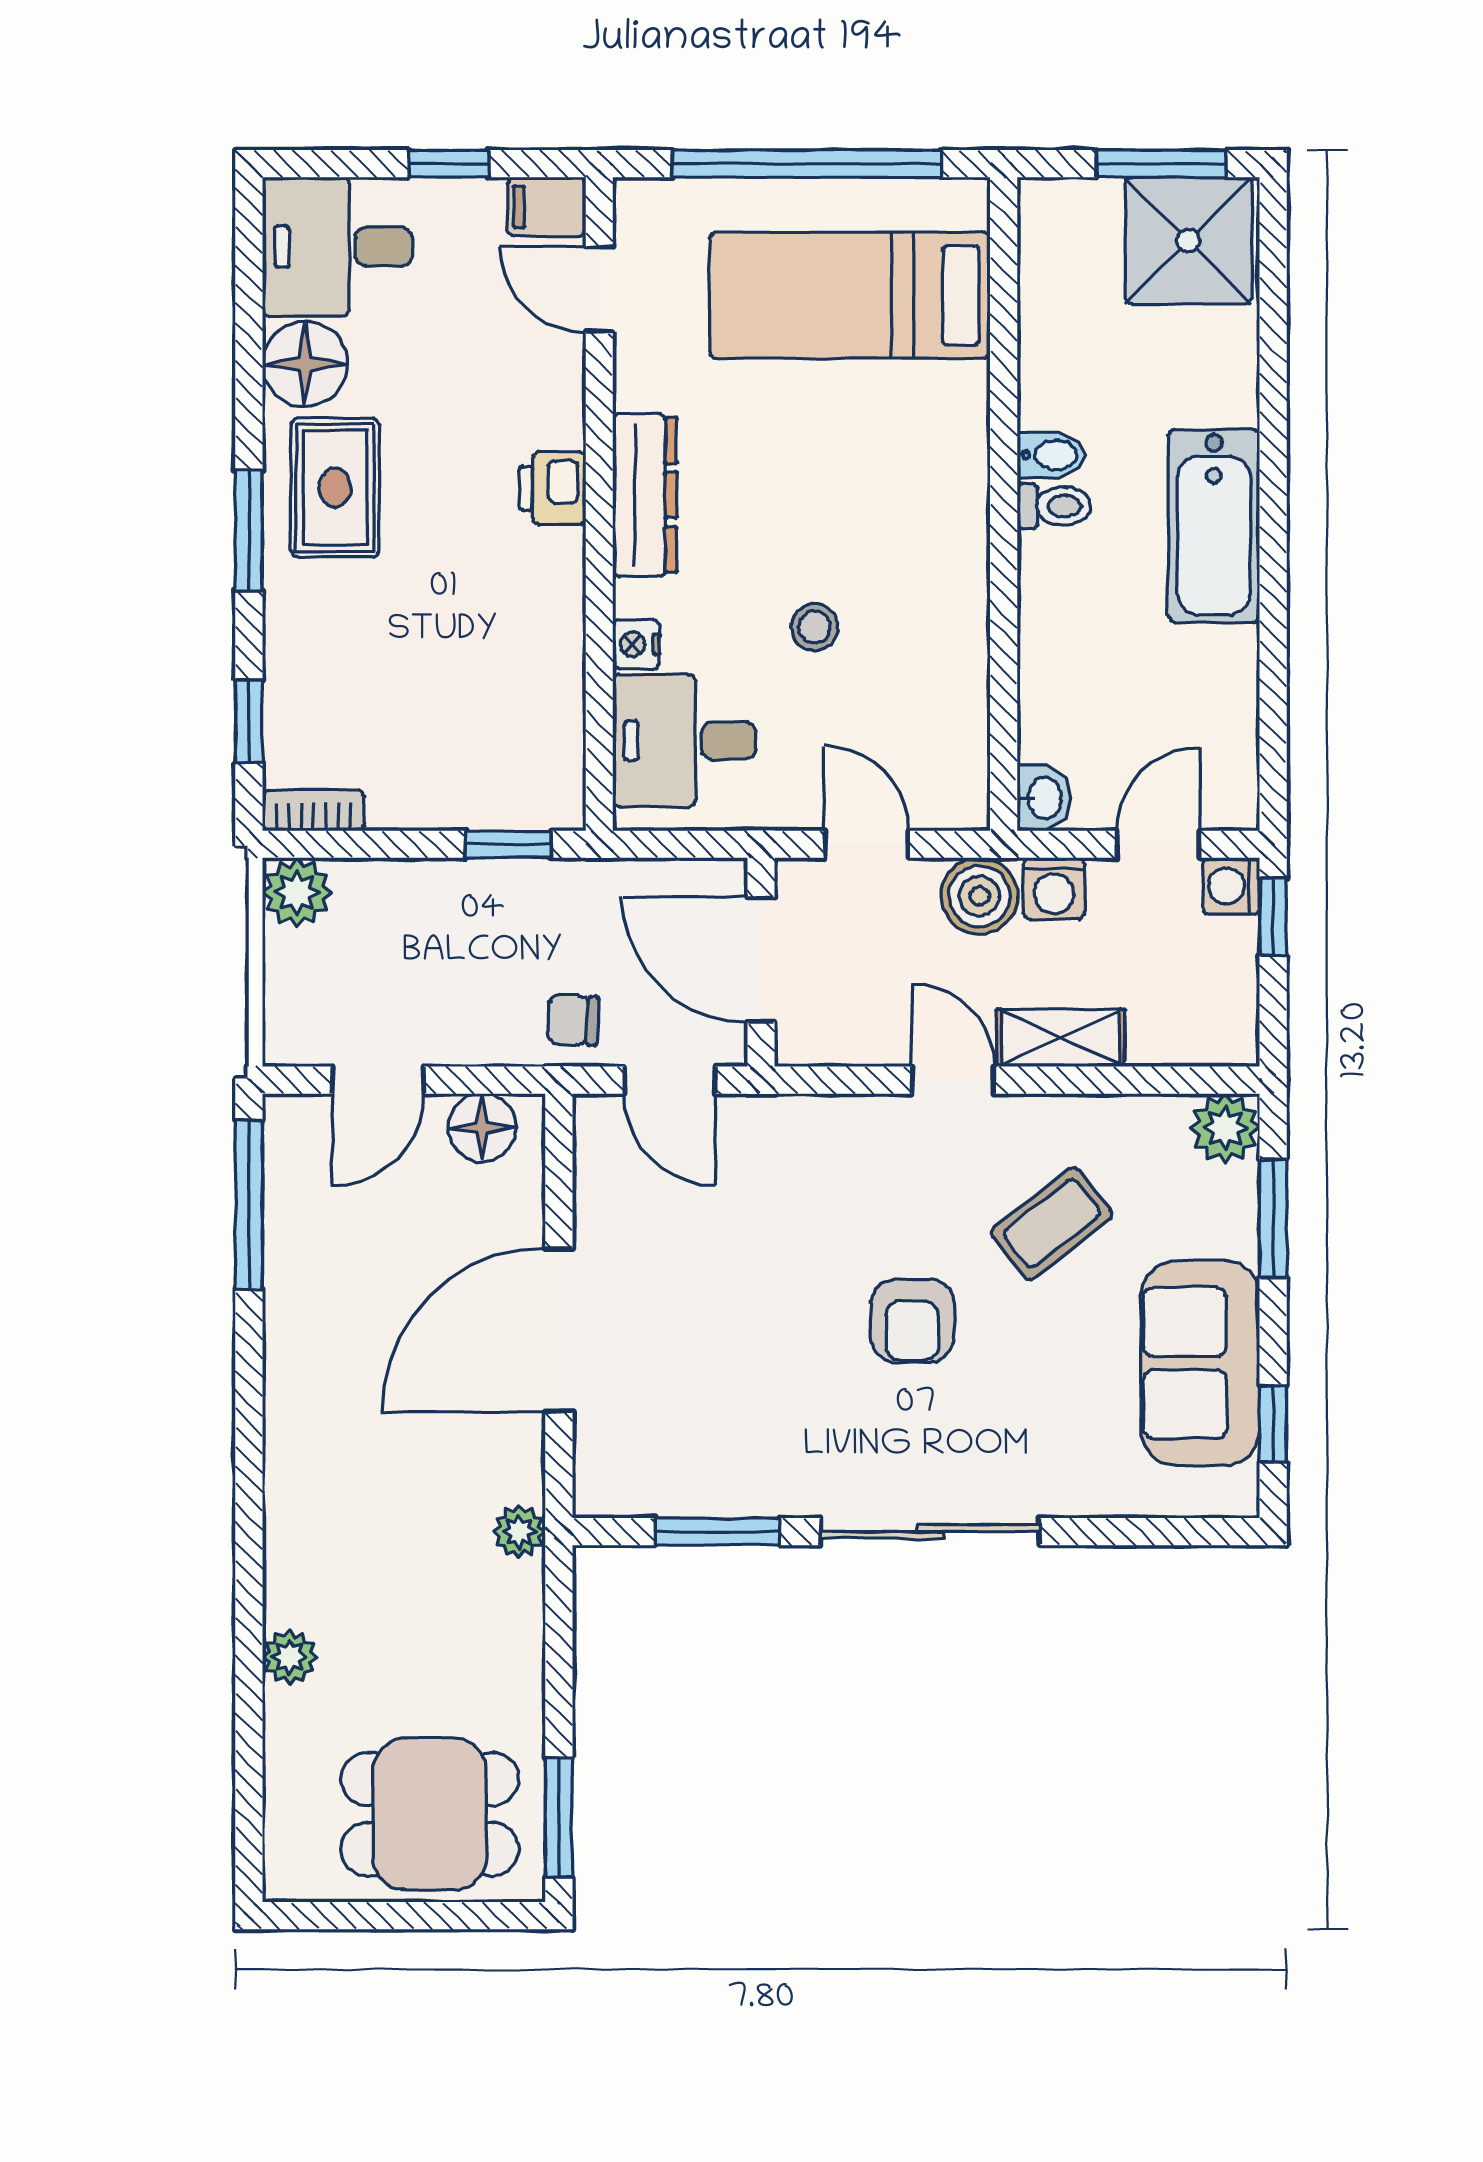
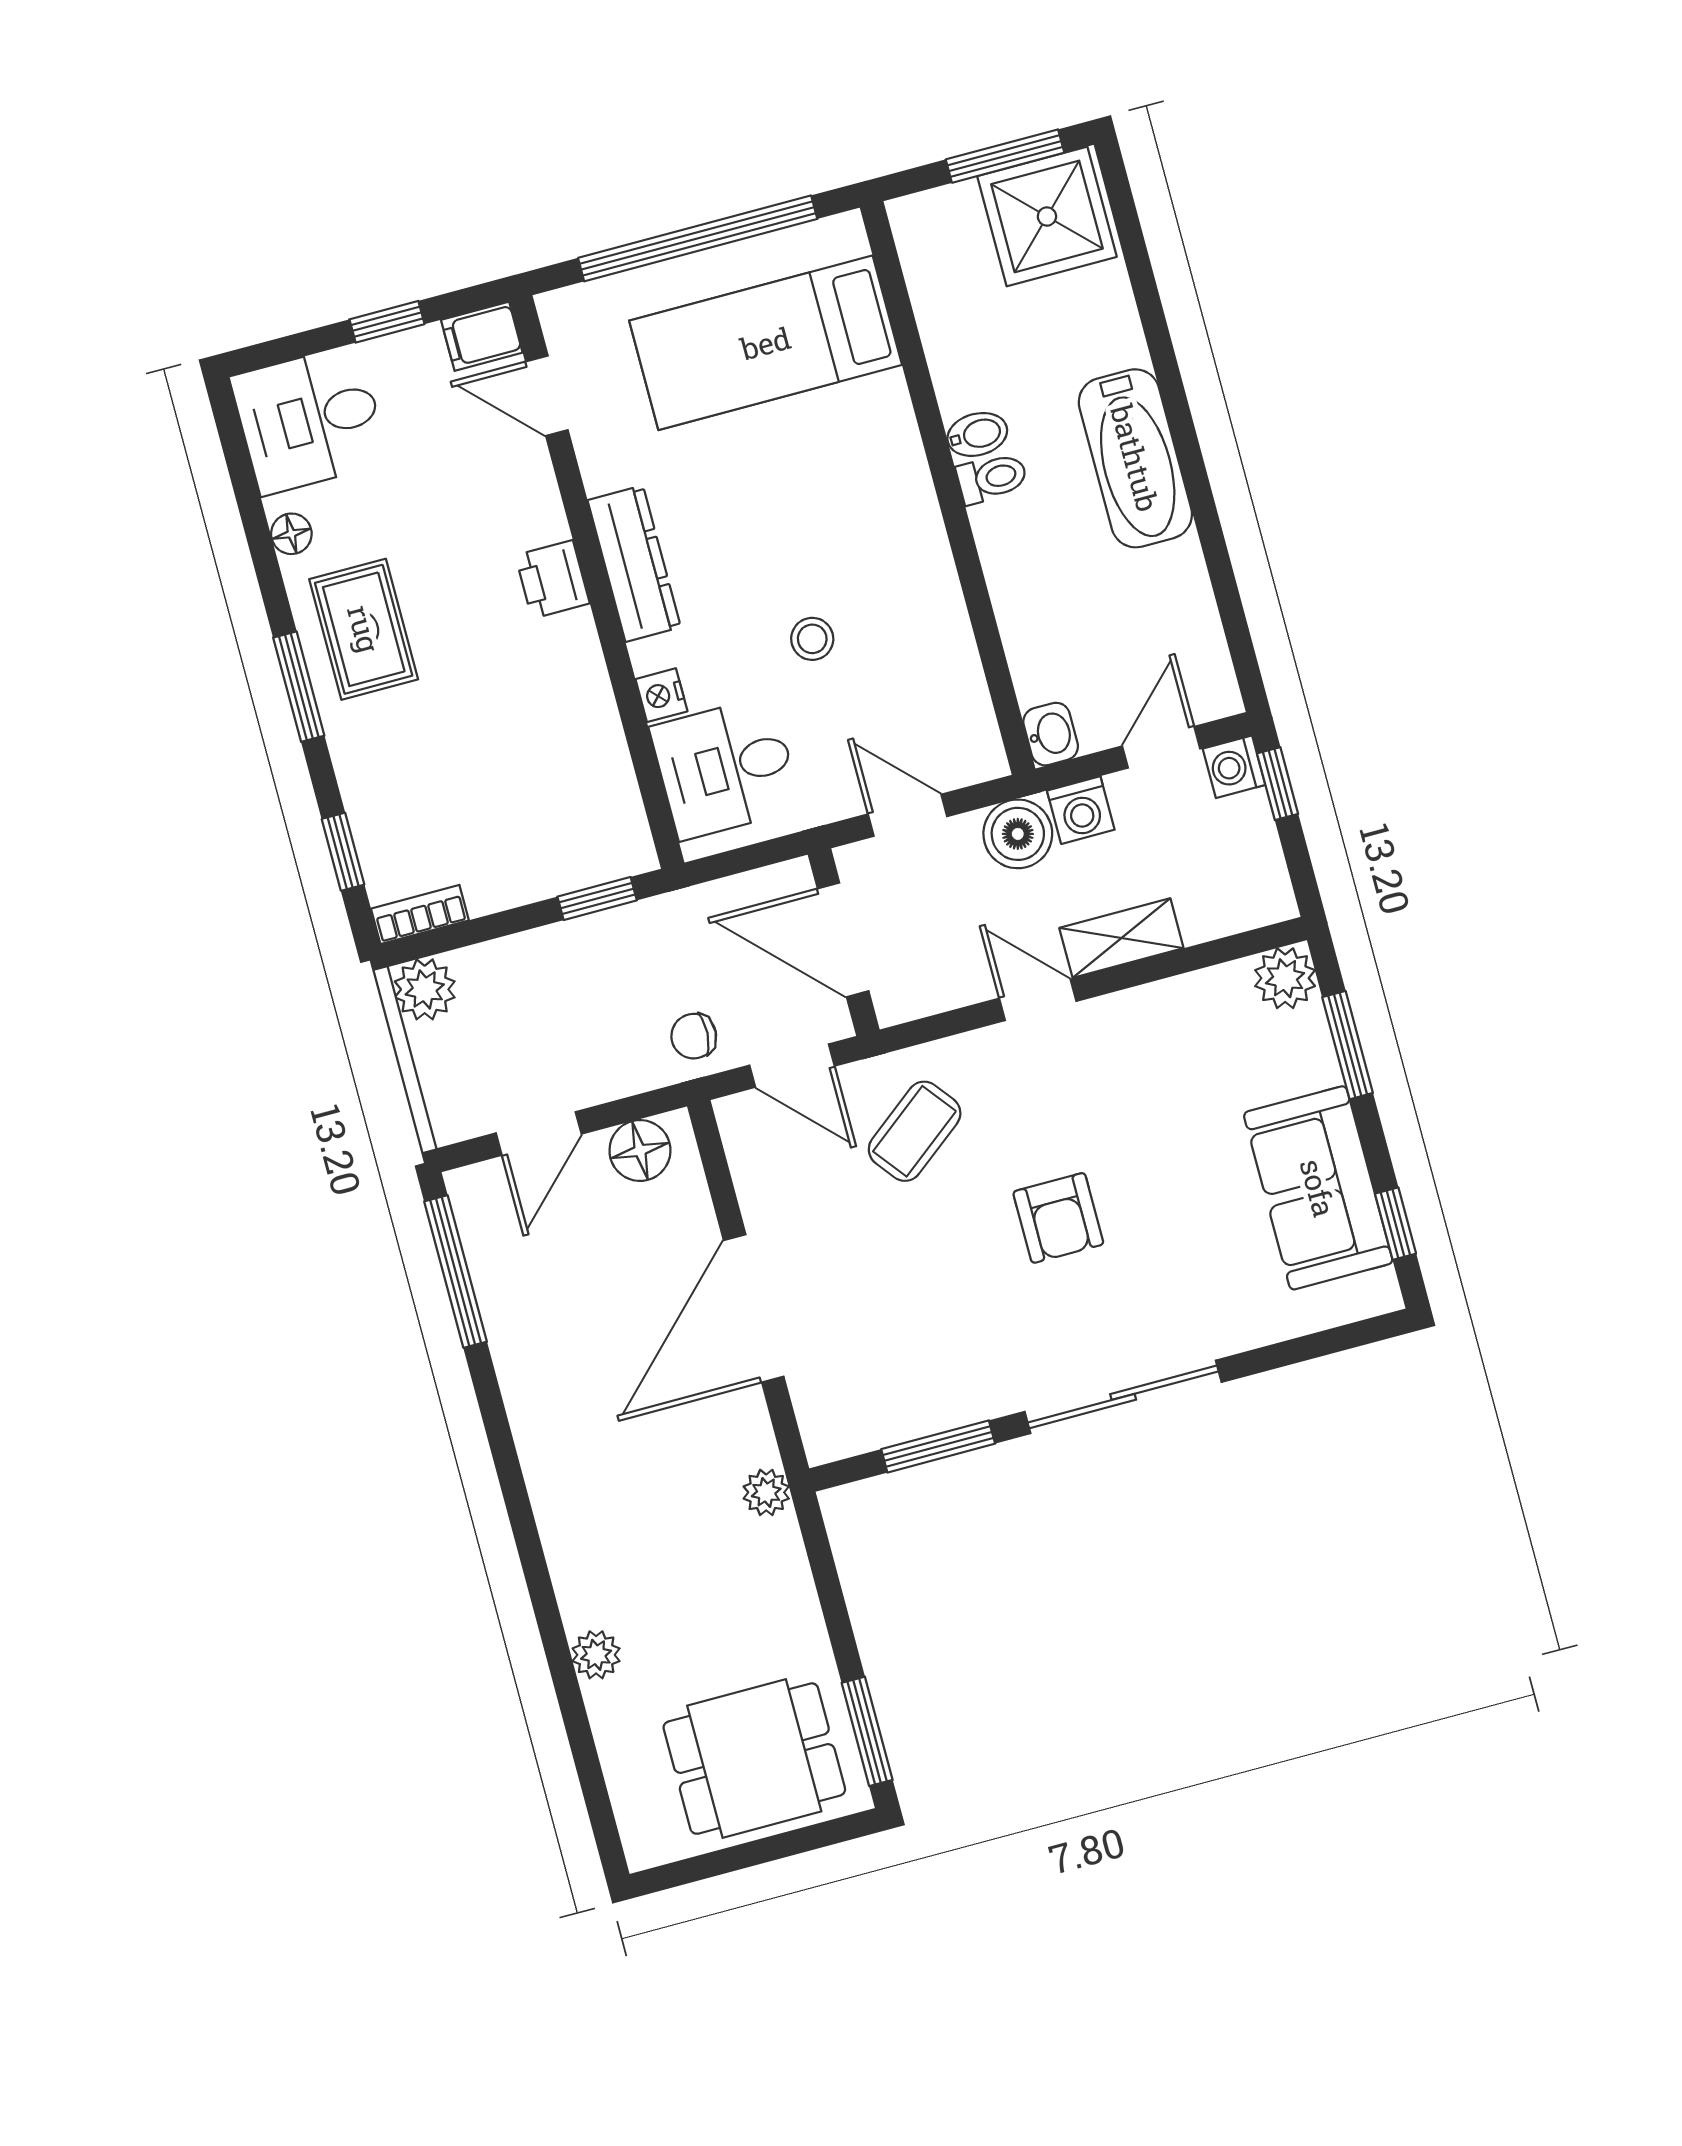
floor lamp: (305, 364) -> (291, 534), width x0.53, depth x0.53
coffee table: (1052, 1223) -> (915, 1131), moved

